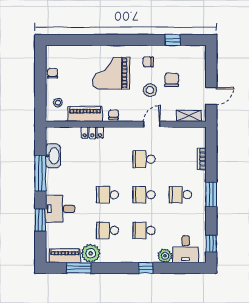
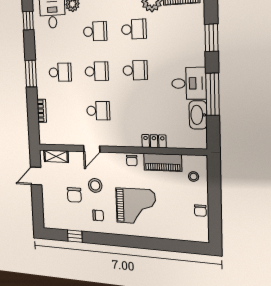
desk: (60, 209) -> (189, 83), moved

